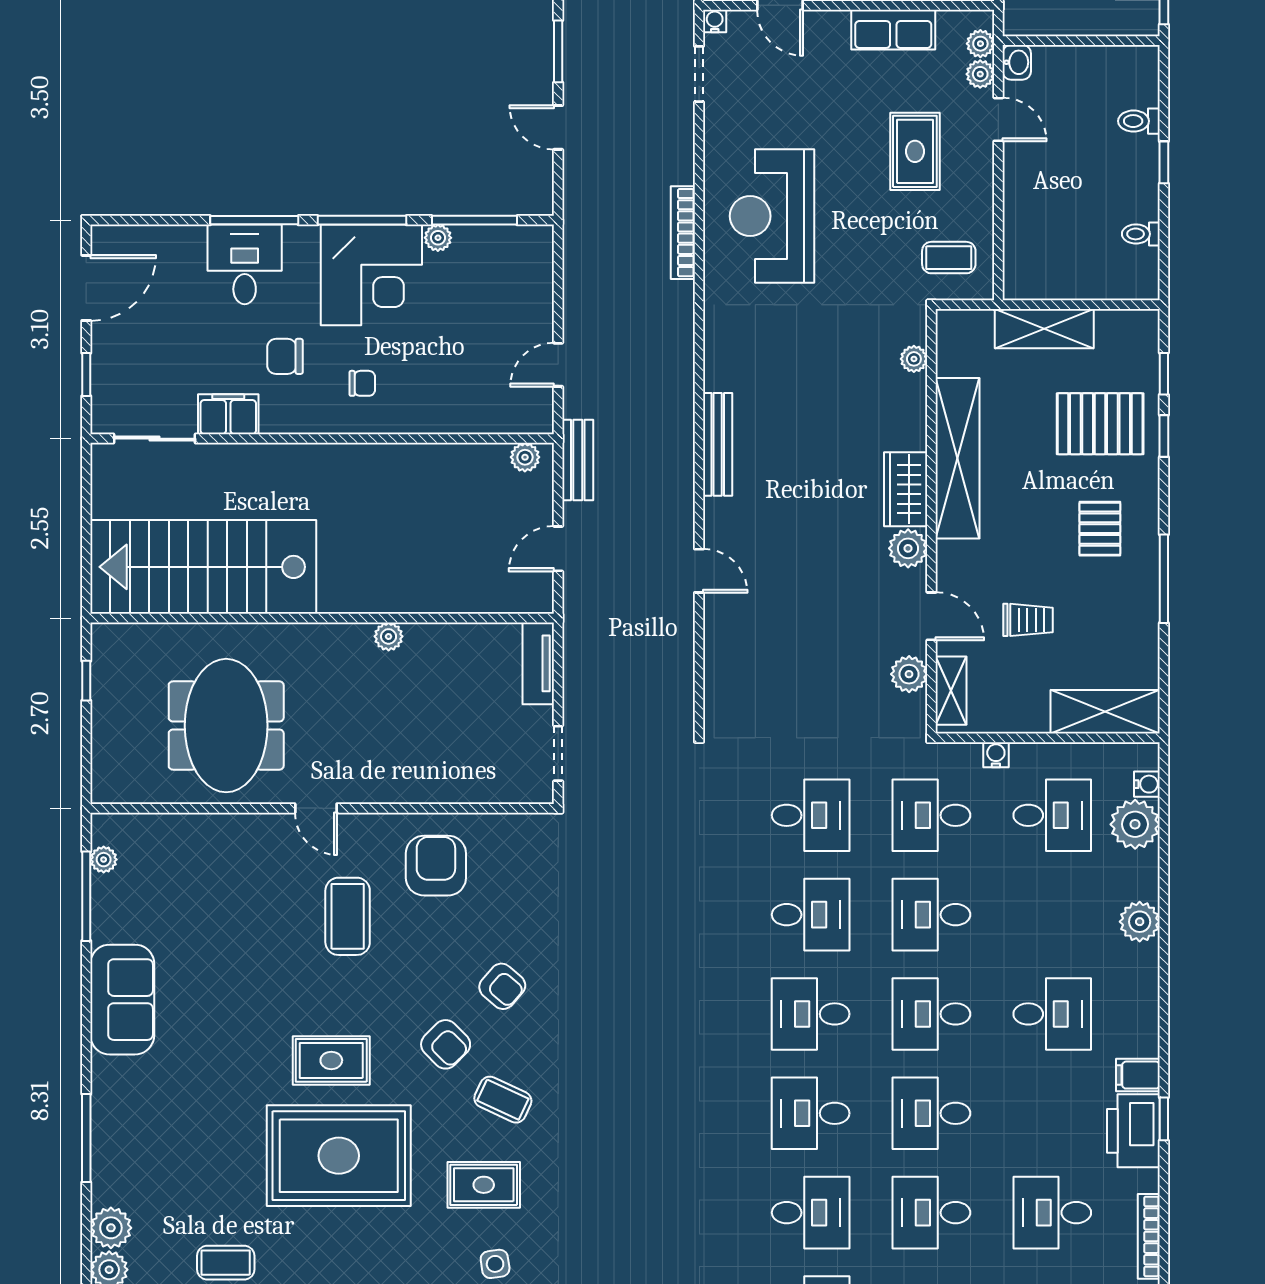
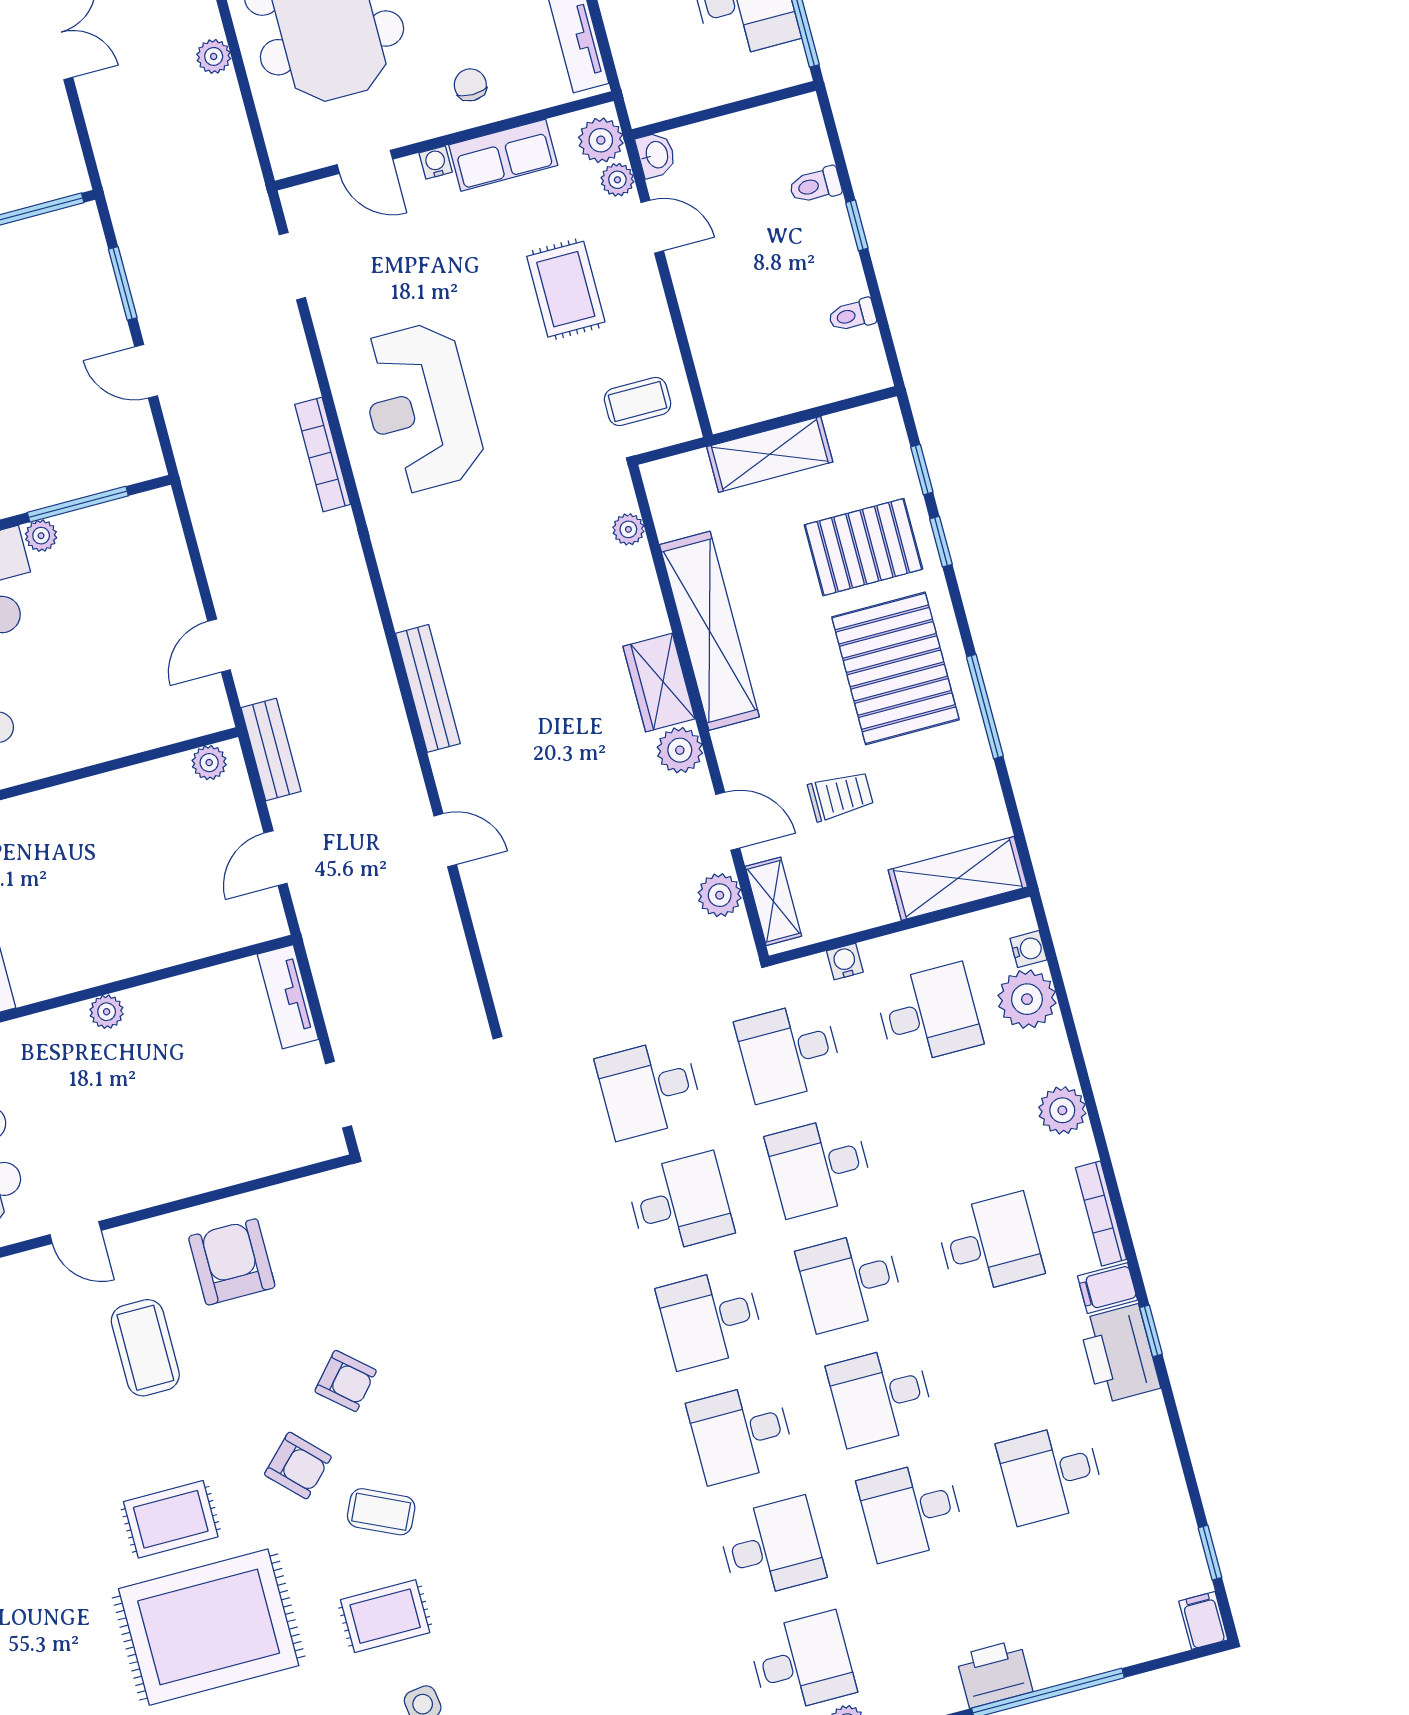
water cooler: (715, 21) -> (436, 162), moved
plant: (980, 44) -> (601, 140), width x1.38, depth x1.38
pallet: (1100, 529) -> (895, 668), width x2.05, depth x2.00
desk: (811, 815) -> (649, 1089), turned 180
bookcase: (1149, 1236) -> (1101, 1214), moved

